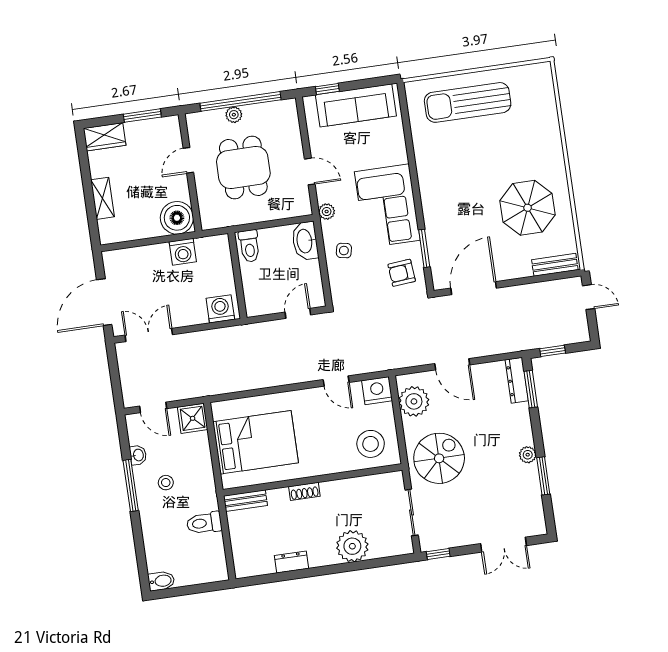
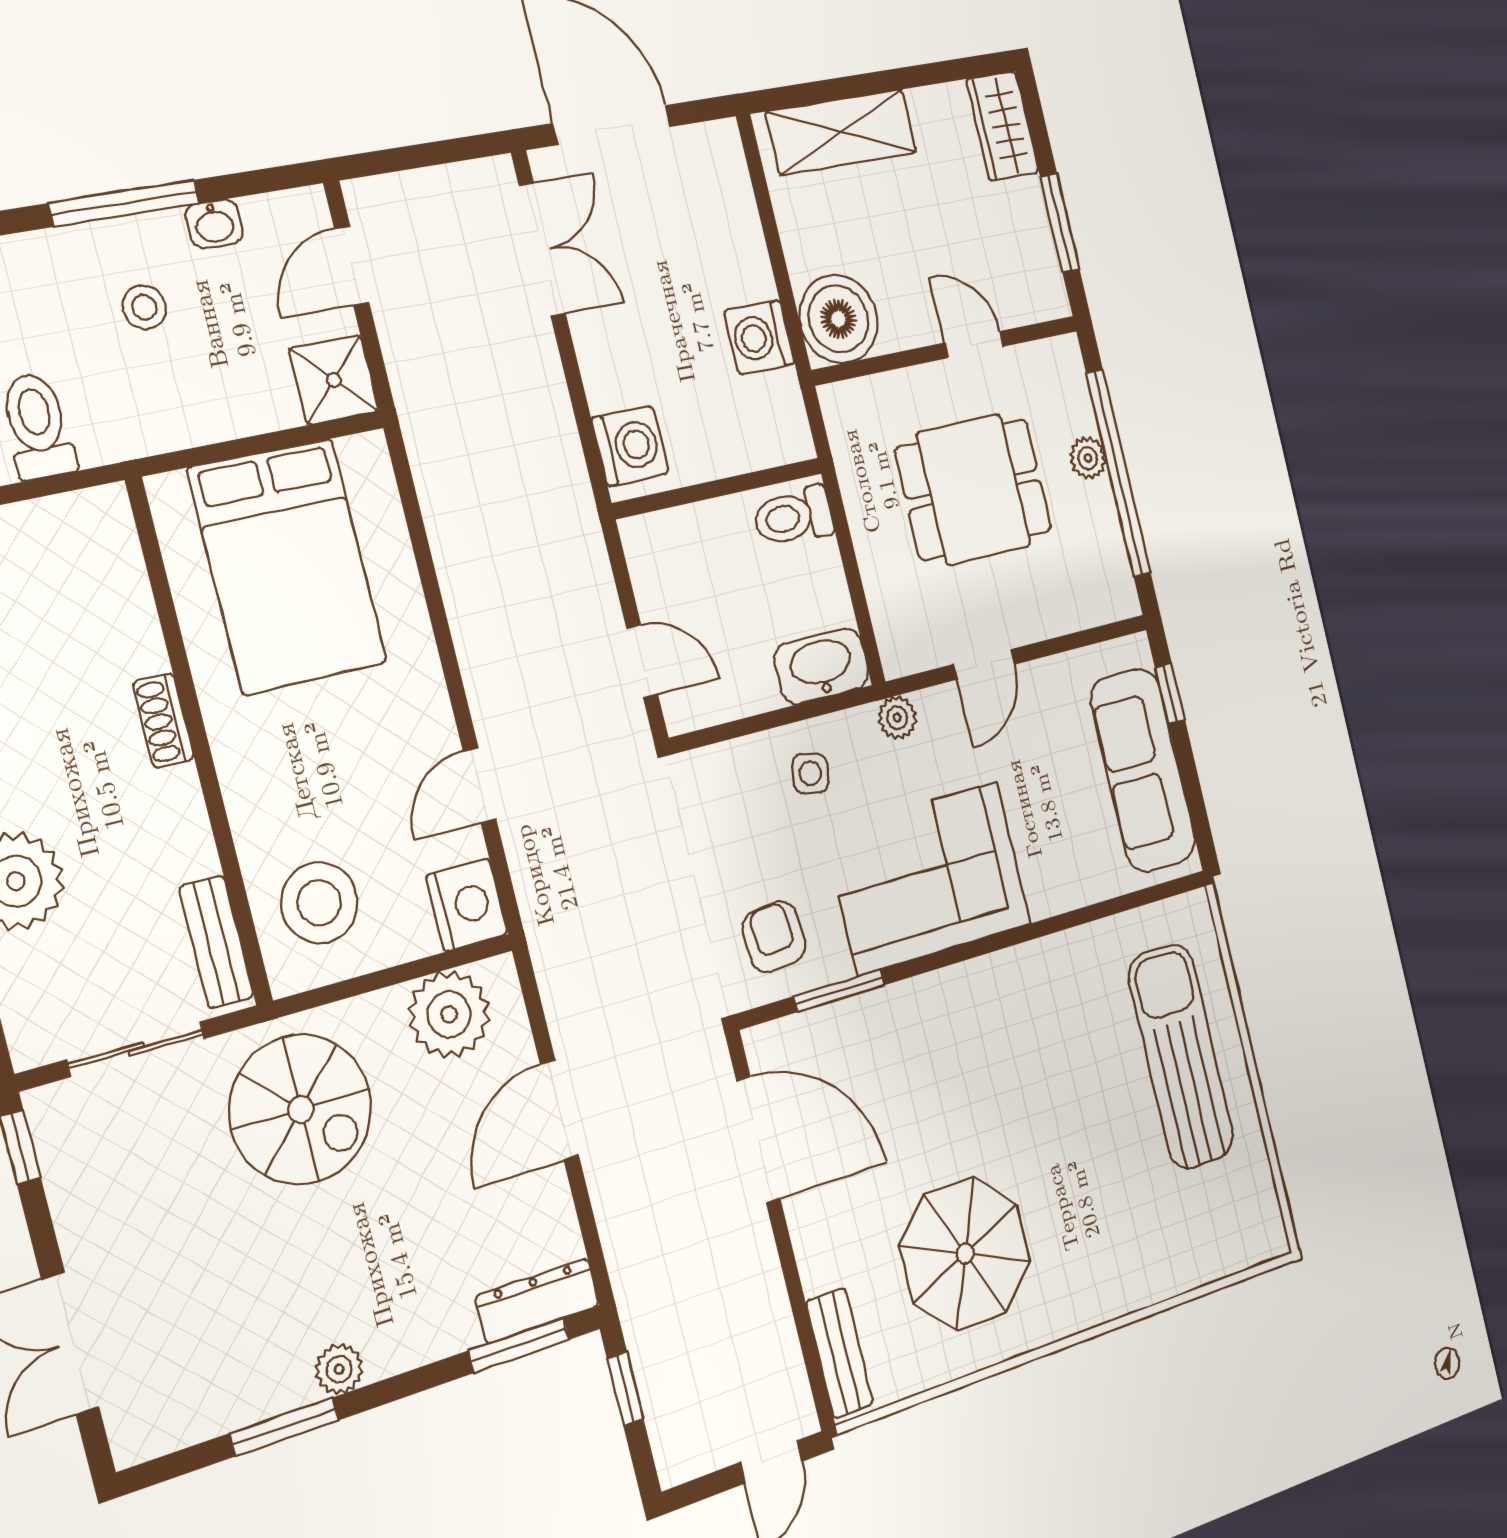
shelving: (102, 198) -> (841, 132), width x1.50, depth x1.33
bench: (245, 501) -> (216, 942), moved

